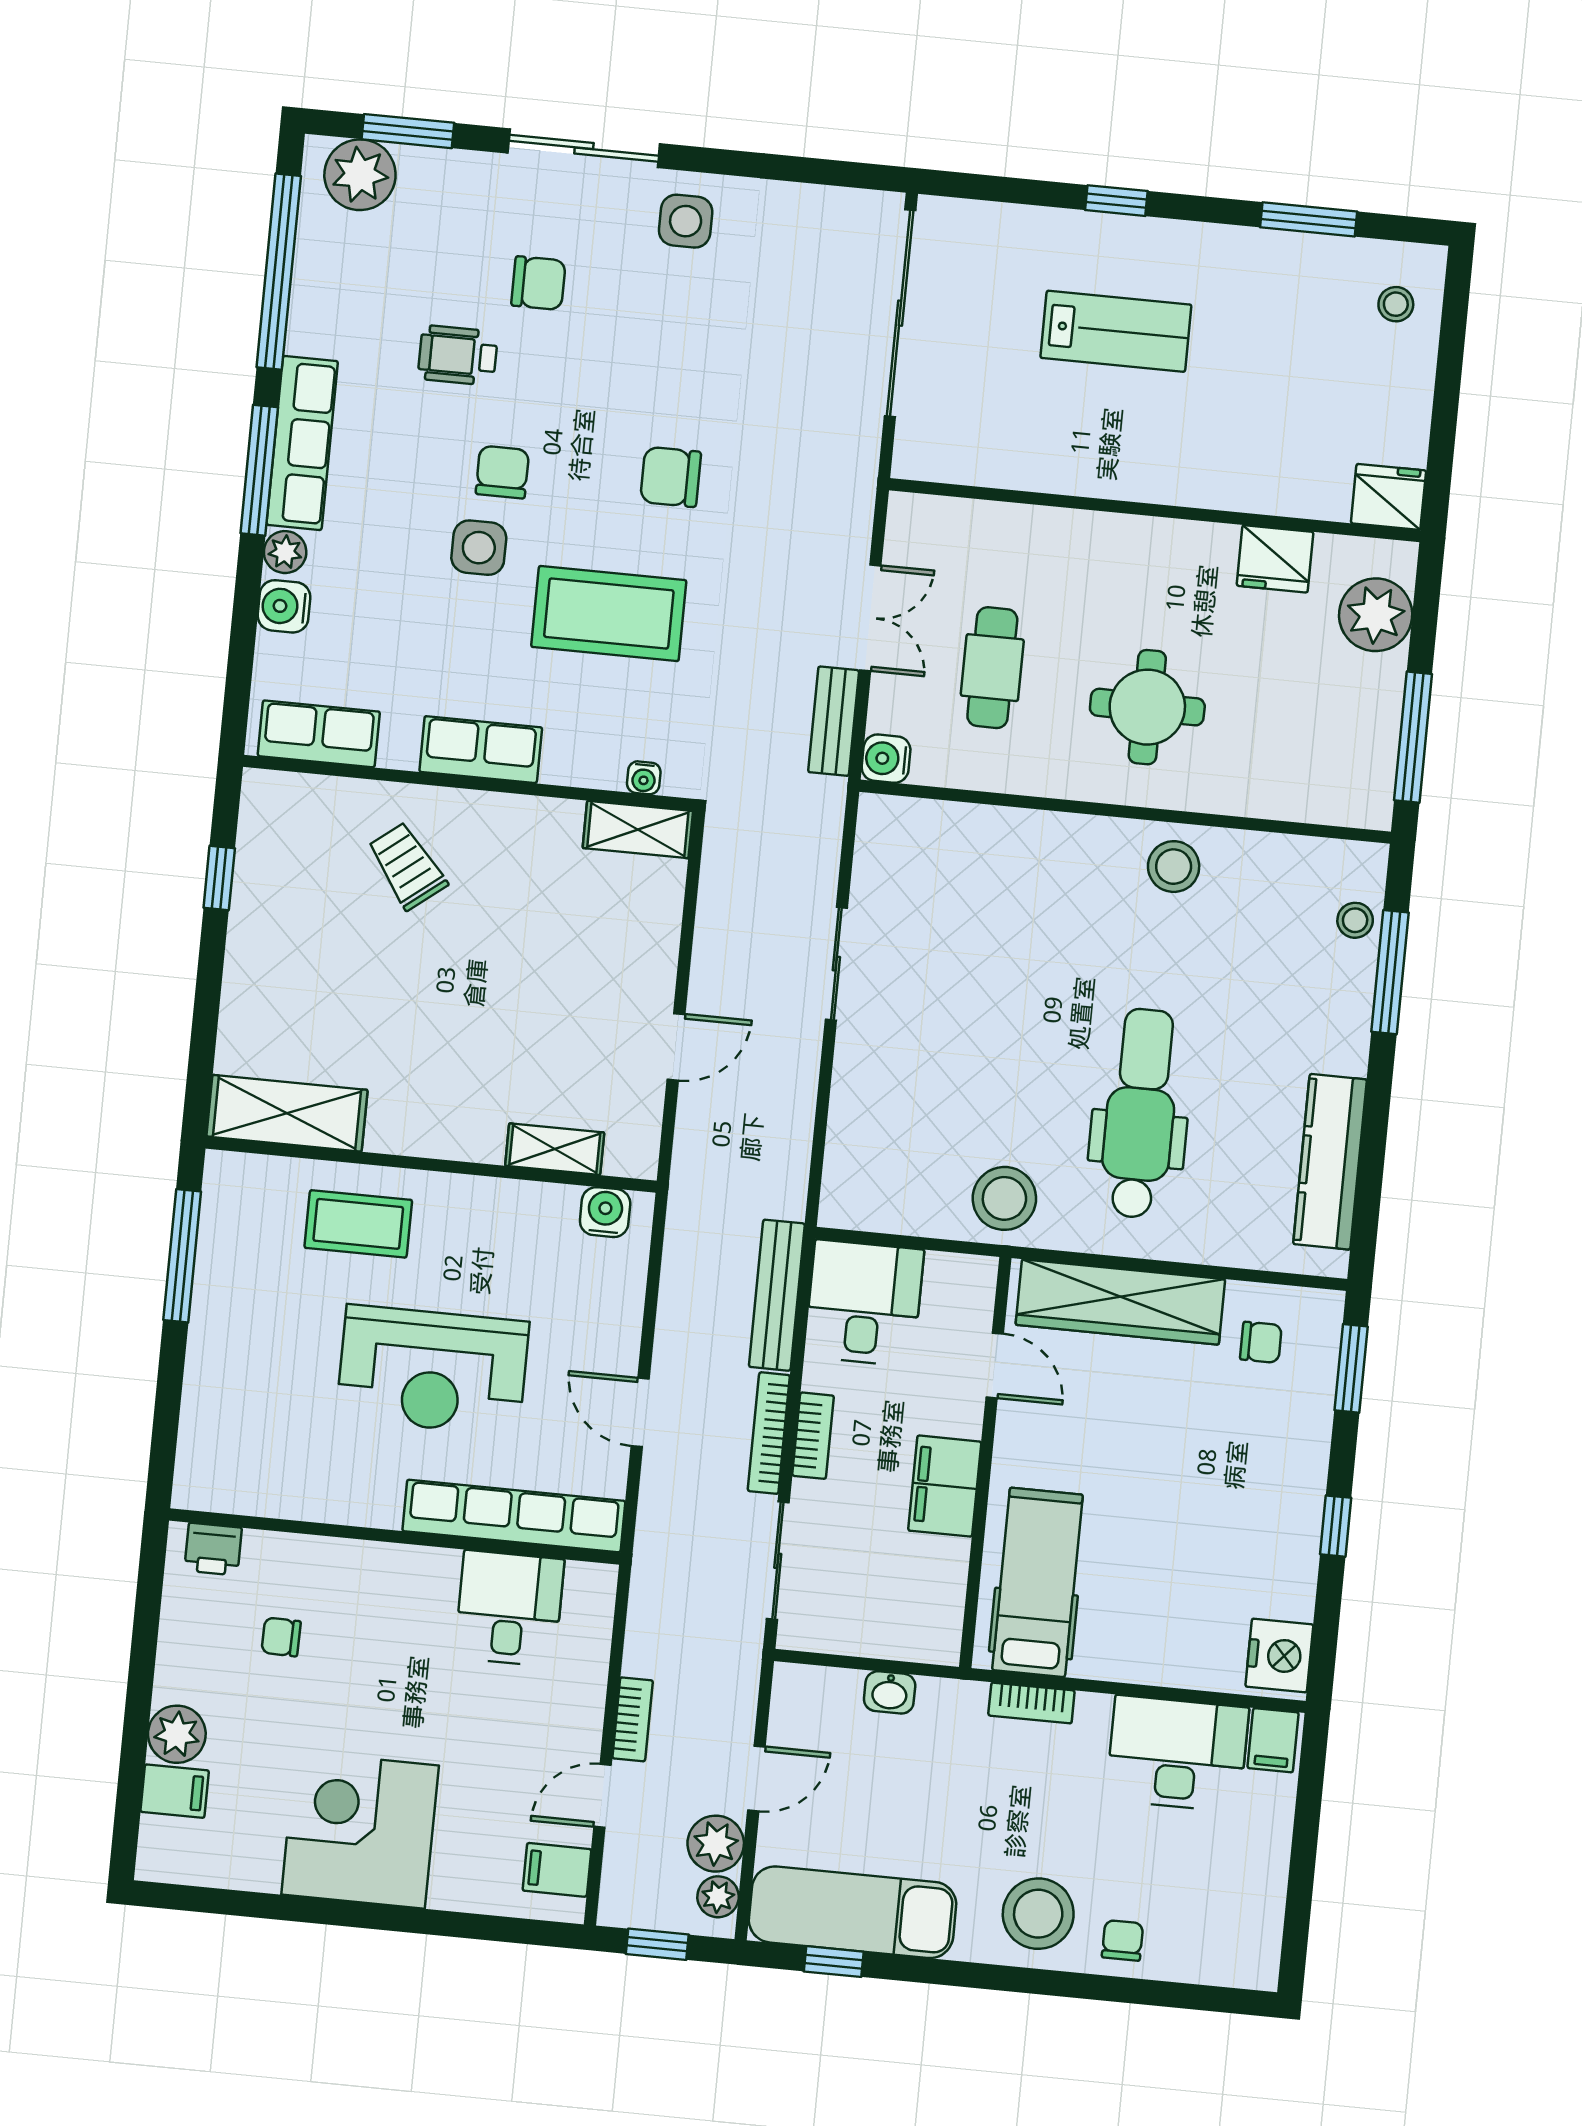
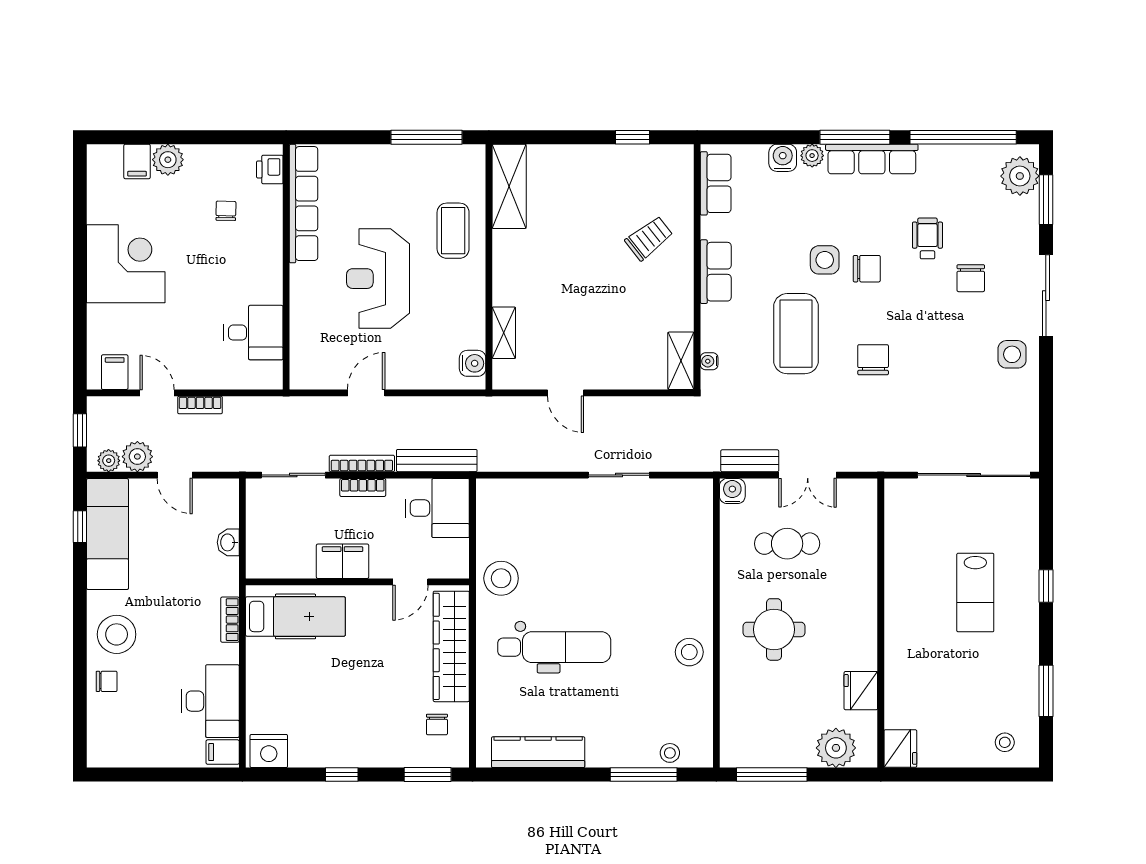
row of seats: (514, 1516) -> (304, 204), moved

